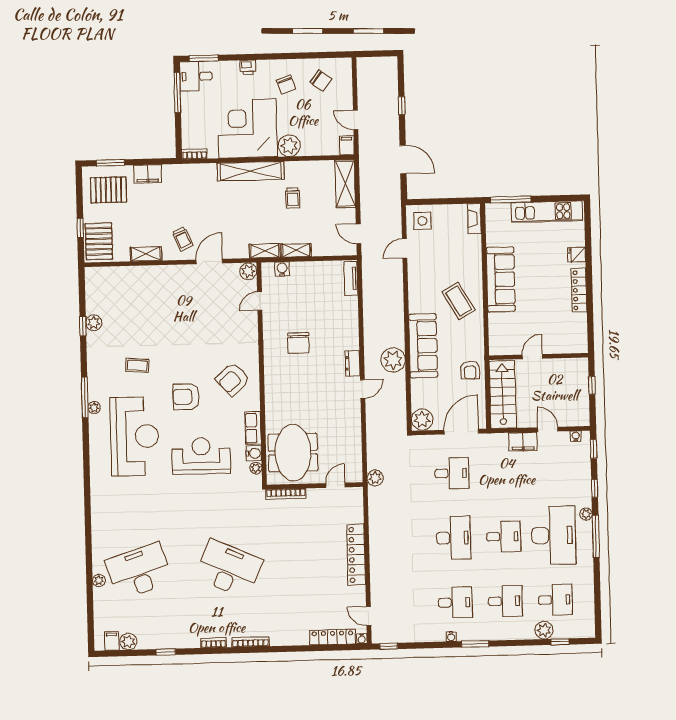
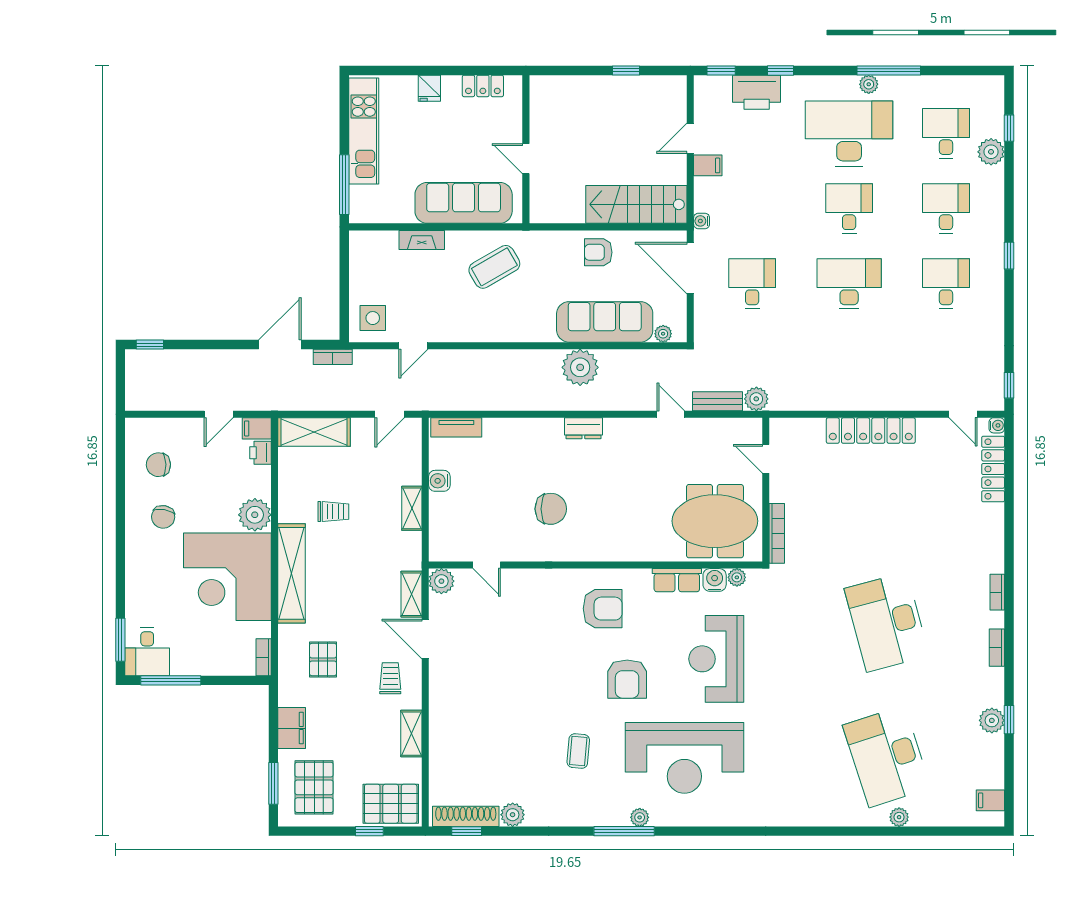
printer: (248, 67) -> (260, 453), moved, turned 180
chair: (321, 81) -> (158, 465), turned -128
chair: (286, 85) -> (163, 517), turned 120
window: (402, 106) -> (150, 345), moved
pallet: (194, 194) -> (323, 660), added
bookcase: (396, 195) -> (333, 357), added
fireplace: (474, 219) -> (422, 240), moved
trolley: (183, 239) -> (390, 678), turned -67
door: (405, 248) -> (413, 346), hinge flipped
shelving: (265, 251) -> (412, 594), moved
water cooler: (282, 269) -> (439, 481), moved
locker: (579, 290) -> (483, 86), width x0.66
shoe rack: (92, 292) -> (466, 816), added
window: (83, 326) -> (467, 831), moved
sofa: (423, 346) -> (605, 322), moved
door: (532, 357) -> (526, 159), moved
wall: (539, 357) -> (526, 149), moved
armchair: (470, 370) -> (598, 252), turned 180
armchair: (233, 379) -> (603, 609), turned -49
door: (363, 389) -> (671, 414), moved
plant: (422, 420) -> (663, 334), width x0.53, depth x0.53
reception desk: (135, 436) -> (684, 758), turned 180
water cooler: (576, 436) -> (702, 221), moved
filing cabinet: (523, 442) -> (708, 165), width x0.50
bench: (373, 452) -> (718, 401), added
printer: (580, 473) -> (757, 92), added
plant: (586, 514) -> (869, 84), moved
window: (596, 536) -> (889, 70), moved
desk: (229, 569) -> (887, 622), turned -39
door: (369, 616) -> (963, 414), hinge flipped
water cooler: (451, 637) -> (997, 291), removed
plant: (128, 642) -> (992, 720), moved
bookcase: (251, 642) -> (997, 592), width x0.64
window: (475, 644) -> (1009, 256), width x0.67

